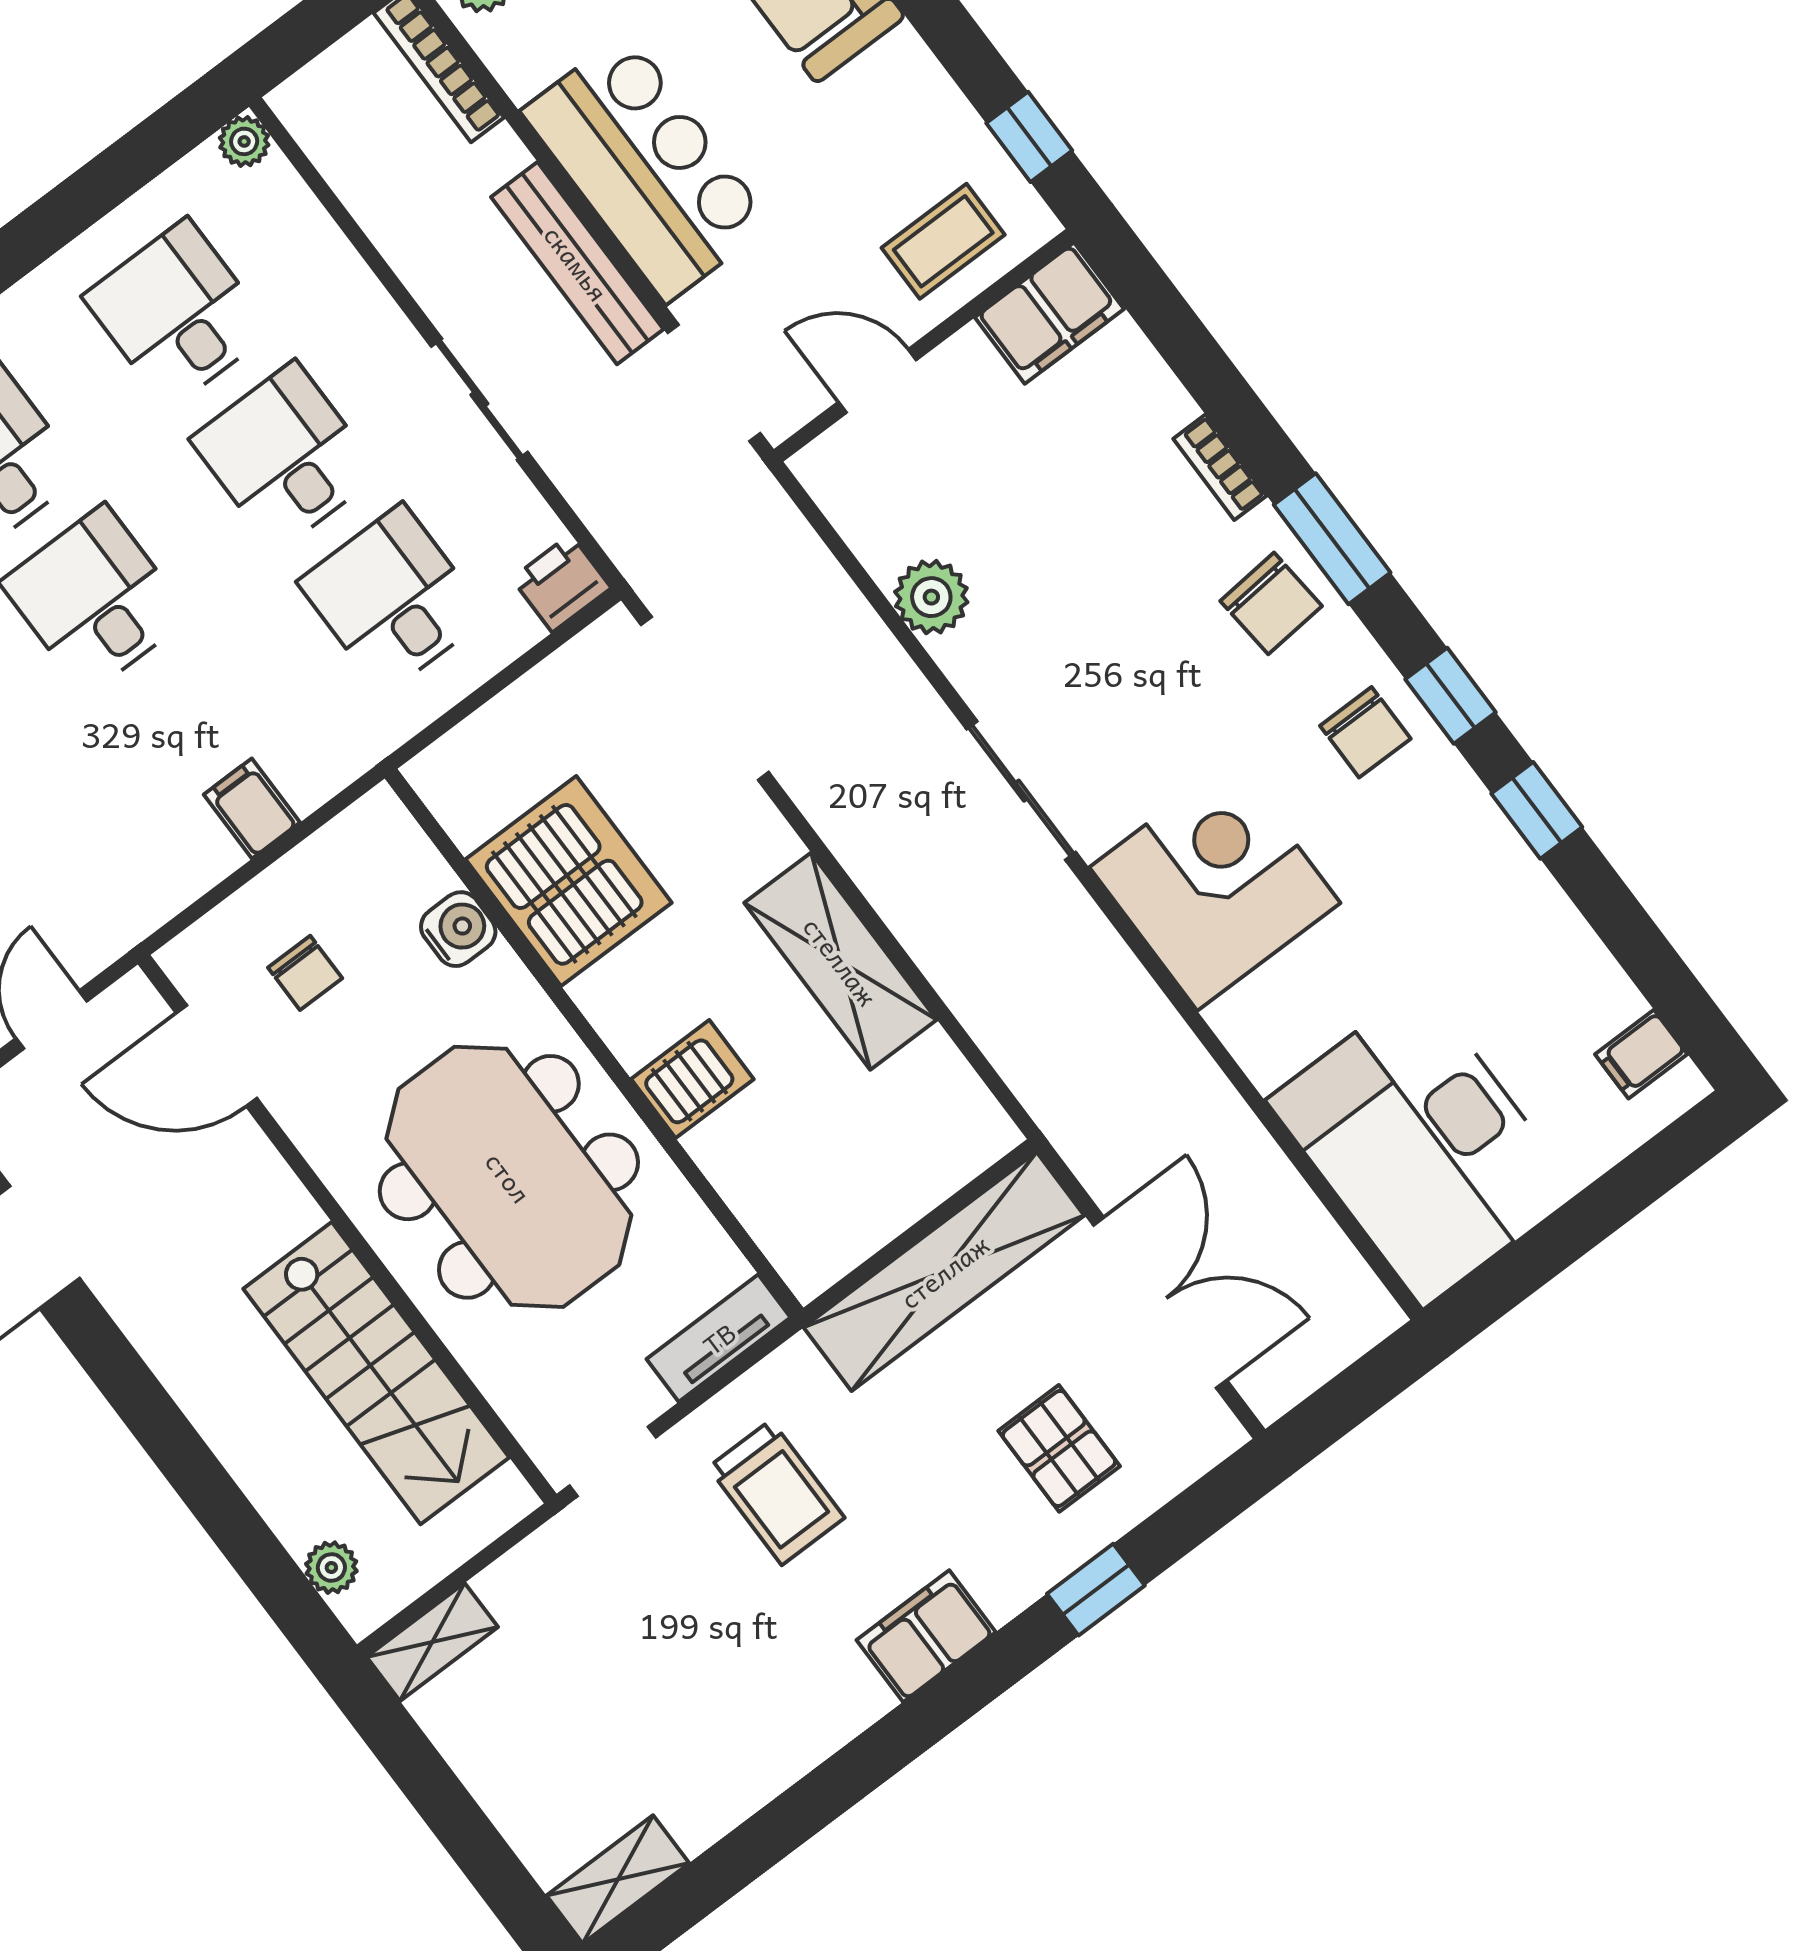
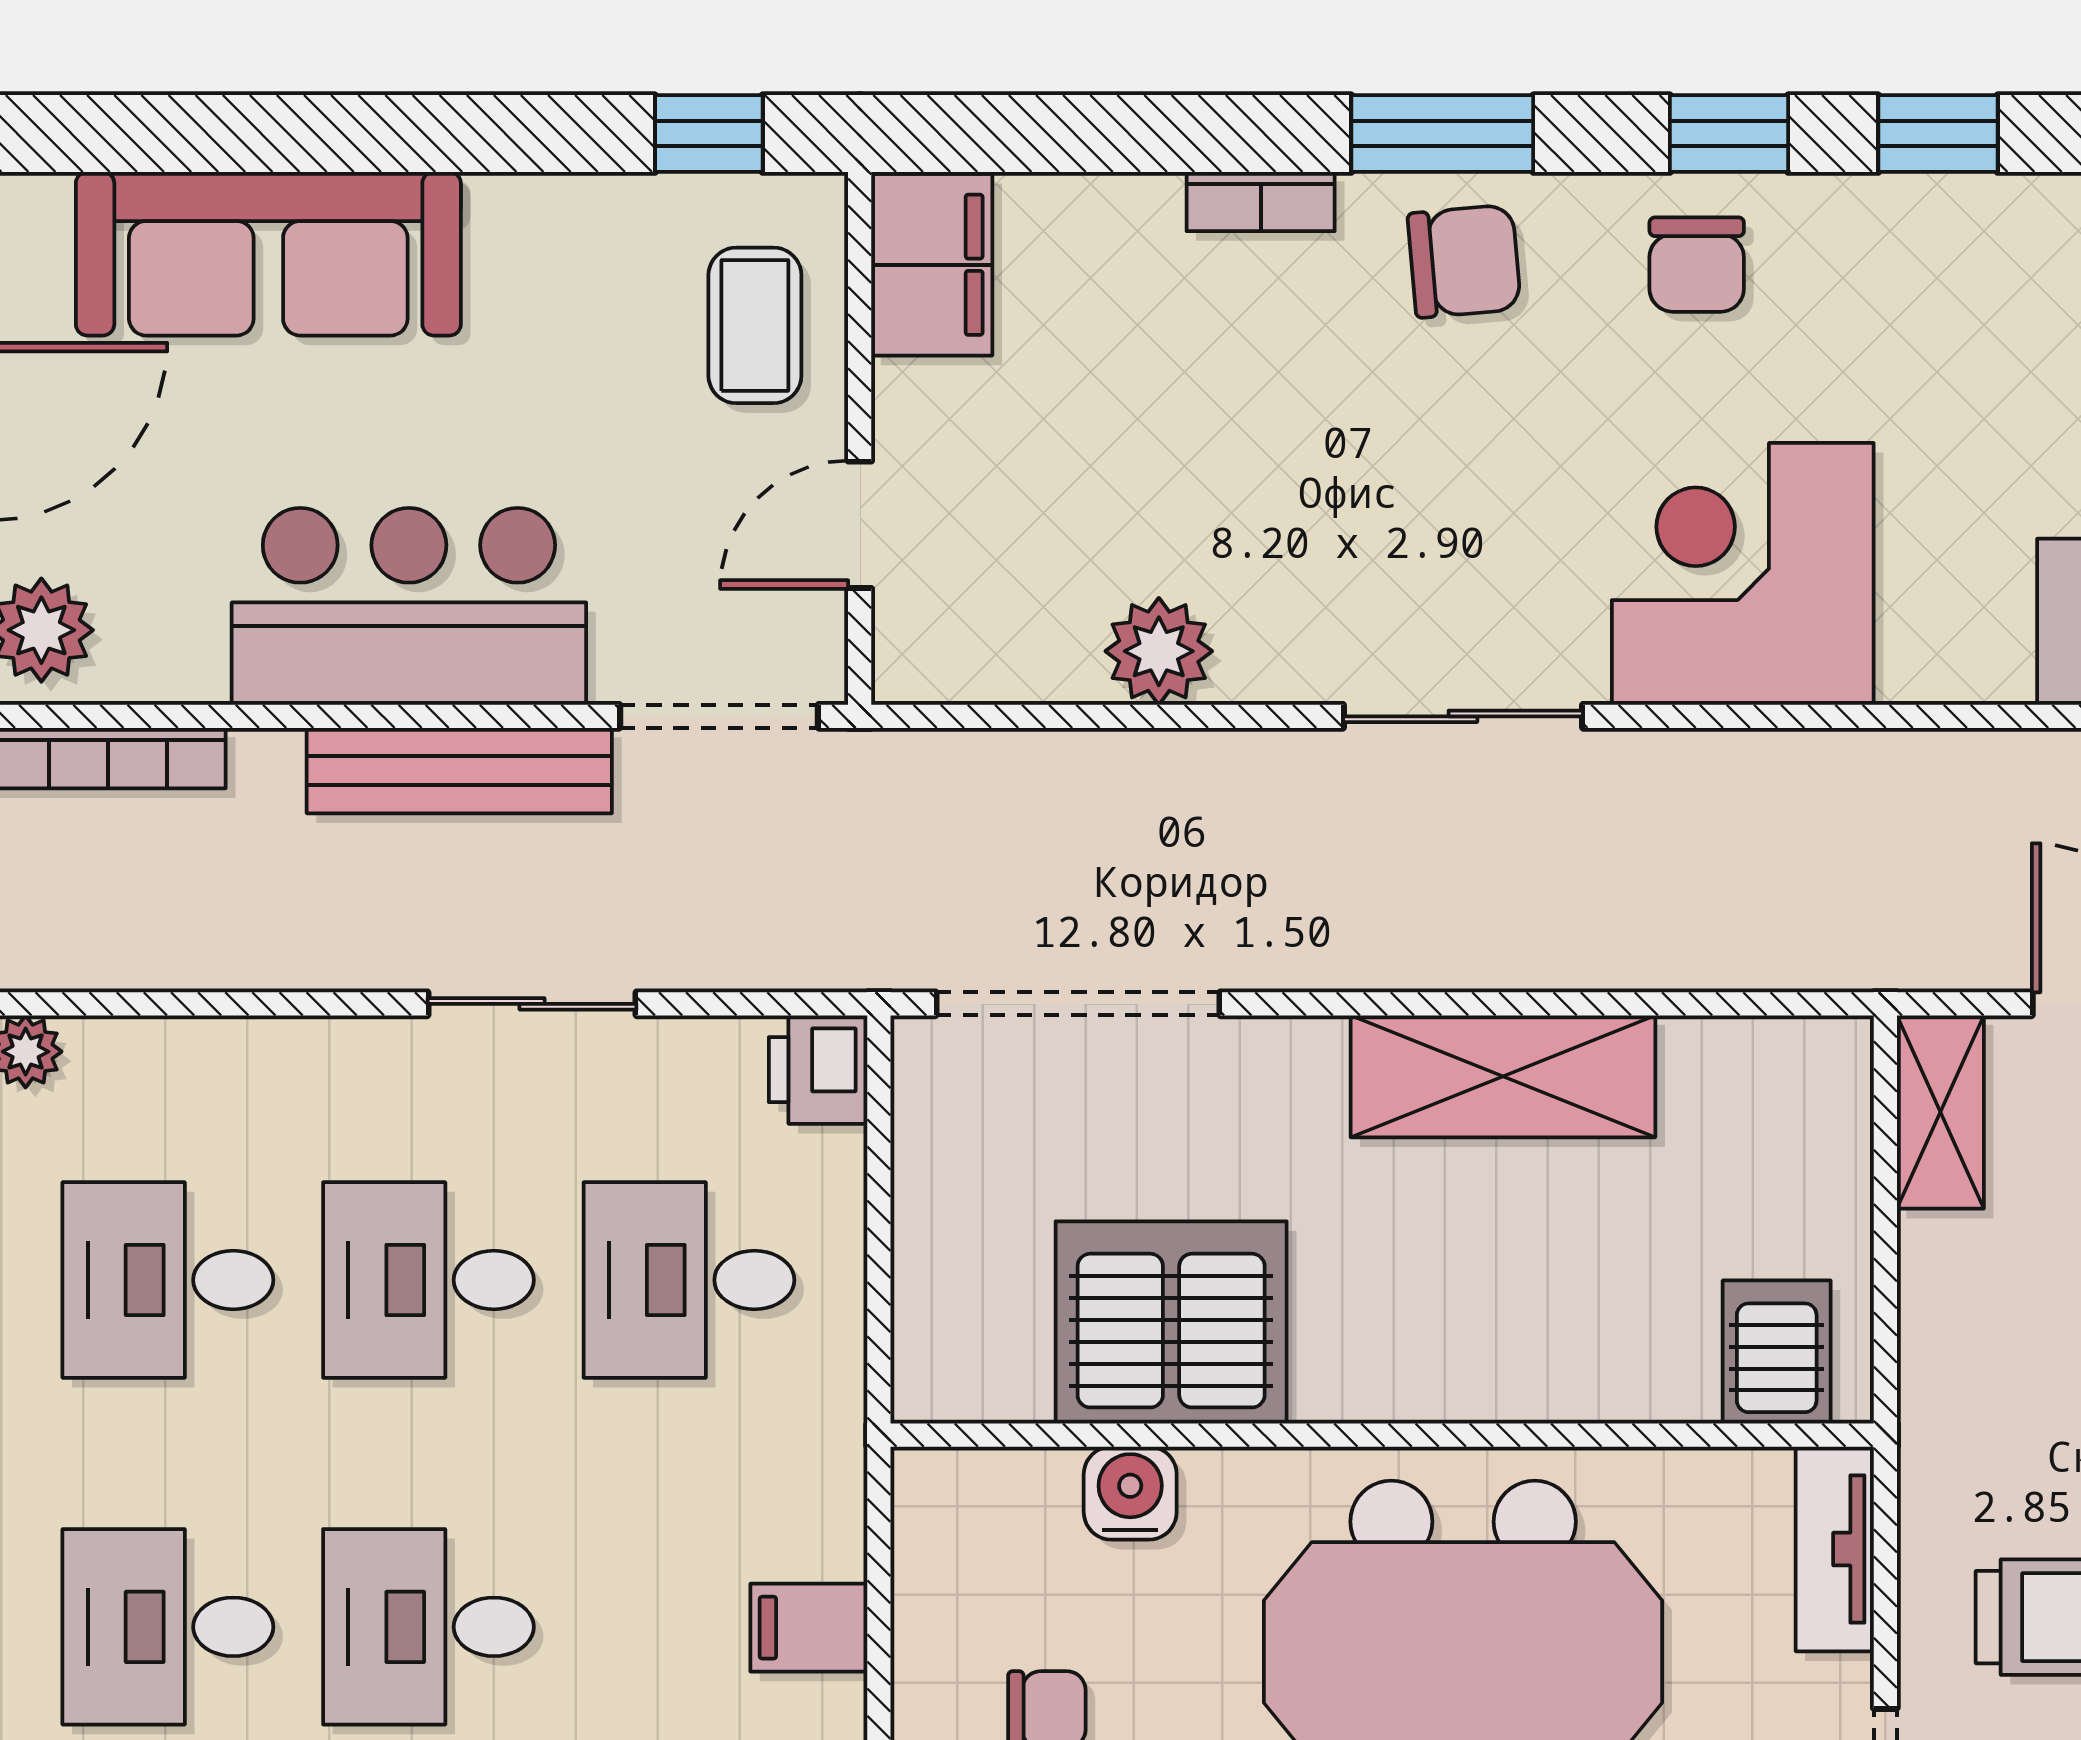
chair: (1365, 732) -> (1697, 265), turned 90
server rack: (692, 1079) -> (1777, 1352), moved
shelving: (944, 1271) -> (1940, 1112), width x0.45, depth x0.75

